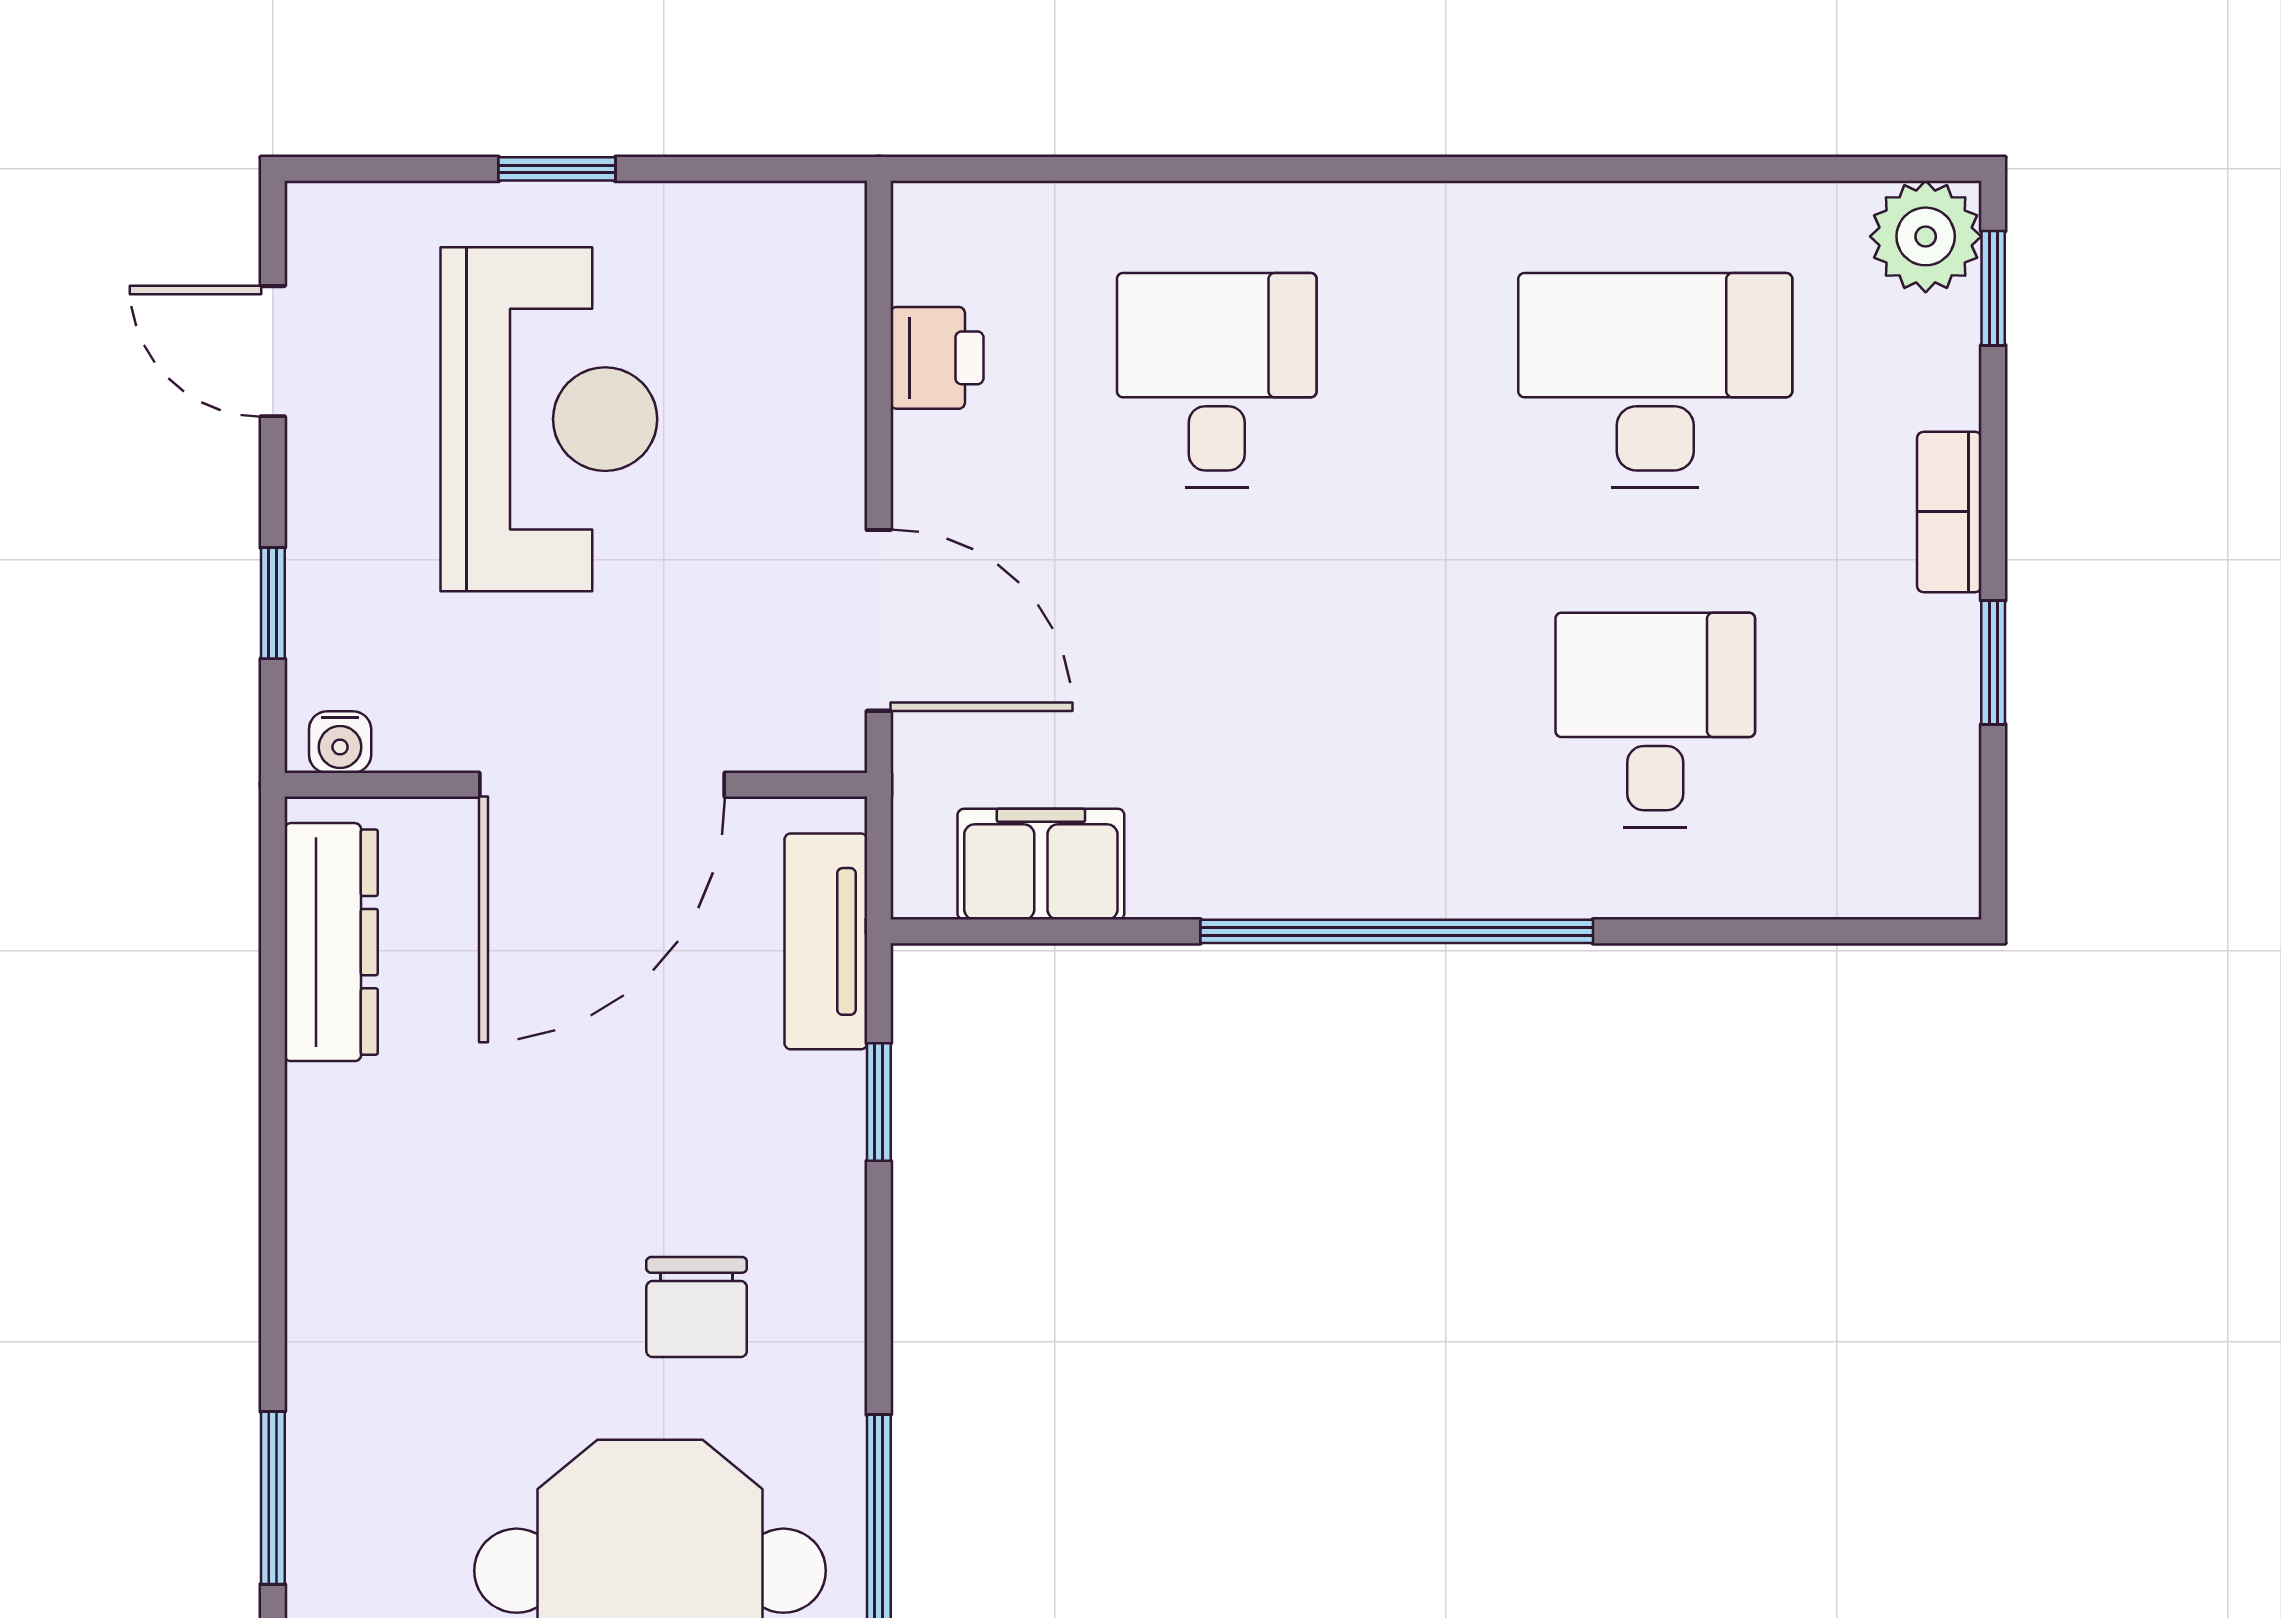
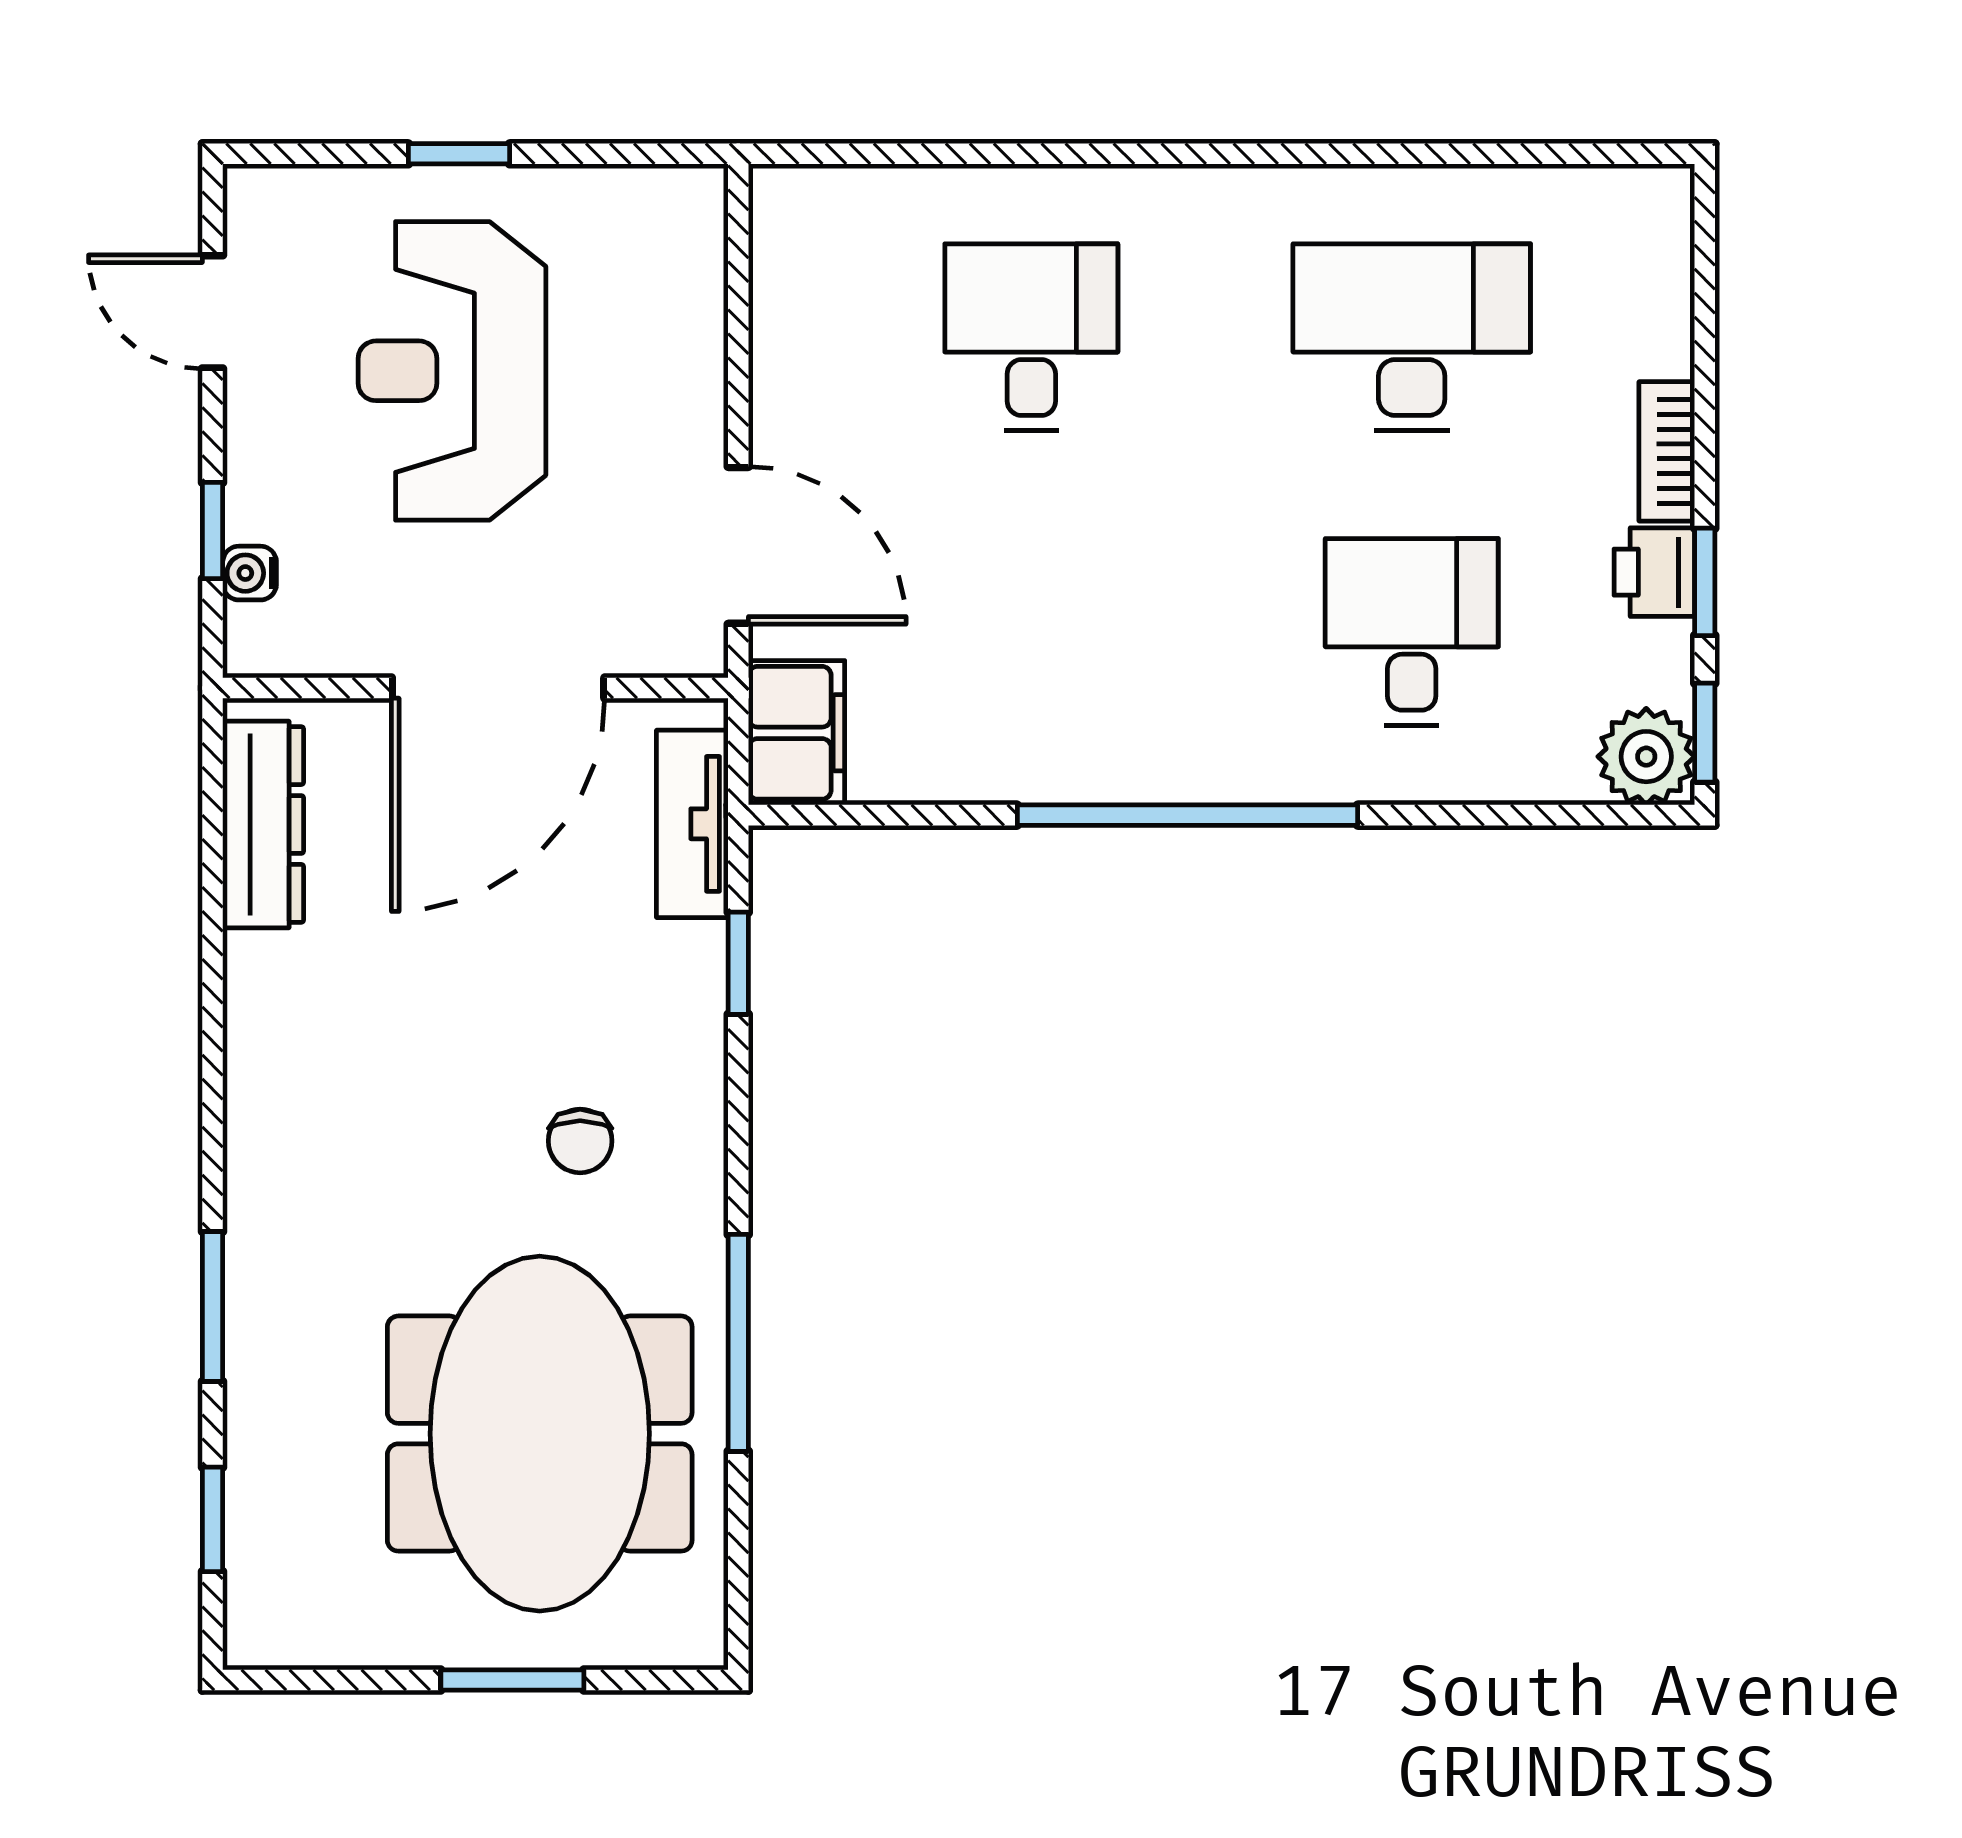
plant: (1926, 236) -> (1646, 757), moved
window: (1993, 288) -> (1705, 733), moved
printer: (937, 358) -> (1654, 572), moved, turned 180
reception desk: (549, 419) -> (452, 371), turned 180
water cooler: (340, 742) -> (250, 573), moved, turned 90
filing cabinet: (1041, 864) -> (797, 733), moved, turned 90
chair: (697, 1307) -> (580, 1141), width x0.73, depth x0.73

